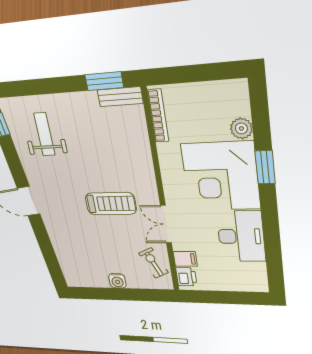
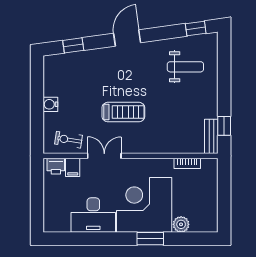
window: (104, 81) -> (224, 126), width x0.67
bookcase: (158, 116) -> (187, 163), width x0.64
treadmill: (111, 204) -> (123, 112), turned -90
window: (50, 257) -> (73, 45), added
exercise bike: (153, 263) -> (69, 140), turned -146

